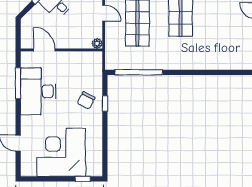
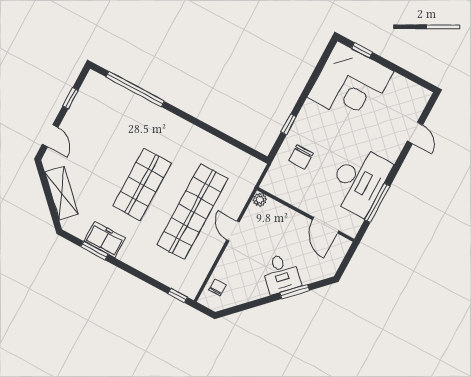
window: (139, 72) -> (135, 89), moved
chair: (86, 100) -> (301, 157), moved, turned 152
corner desk: (61, 152) -> (350, 84), moved

